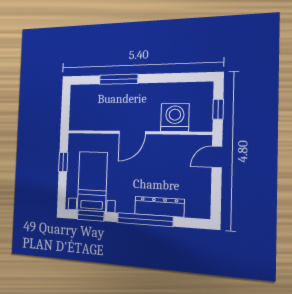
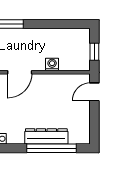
washing machine: (175, 117) -> (52, 64), width x0.53, depth x0.53
window: (145, 220) -> (52, 148), moved

